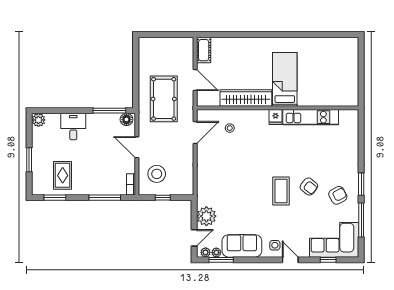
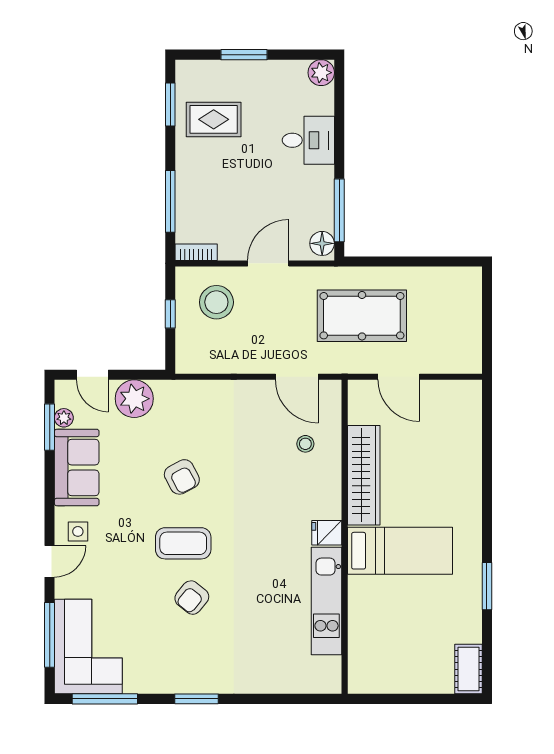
window: (303, 35) -> (487, 586), added
cot: (204, 50) -> (469, 669), moved, turned 90
door: (195, 80) -> (399, 377), hinge flipped
armchair: (338, 195) -> (182, 477), moved
window: (361, 220) -> (105, 699), moved
plant: (206, 252) -> (64, 397), removed
window: (328, 260) -> (50, 635), width x2.17

